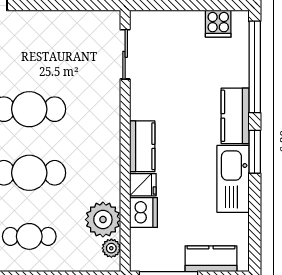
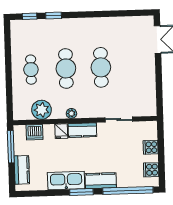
cooker: (177, 23) -> (151, 147), added
sliding door: (125, 54) -> (119, 120), moved
dishwasher: (143, 213) -> (34, 132), moved
plant: (111, 248) -> (71, 113), moved

